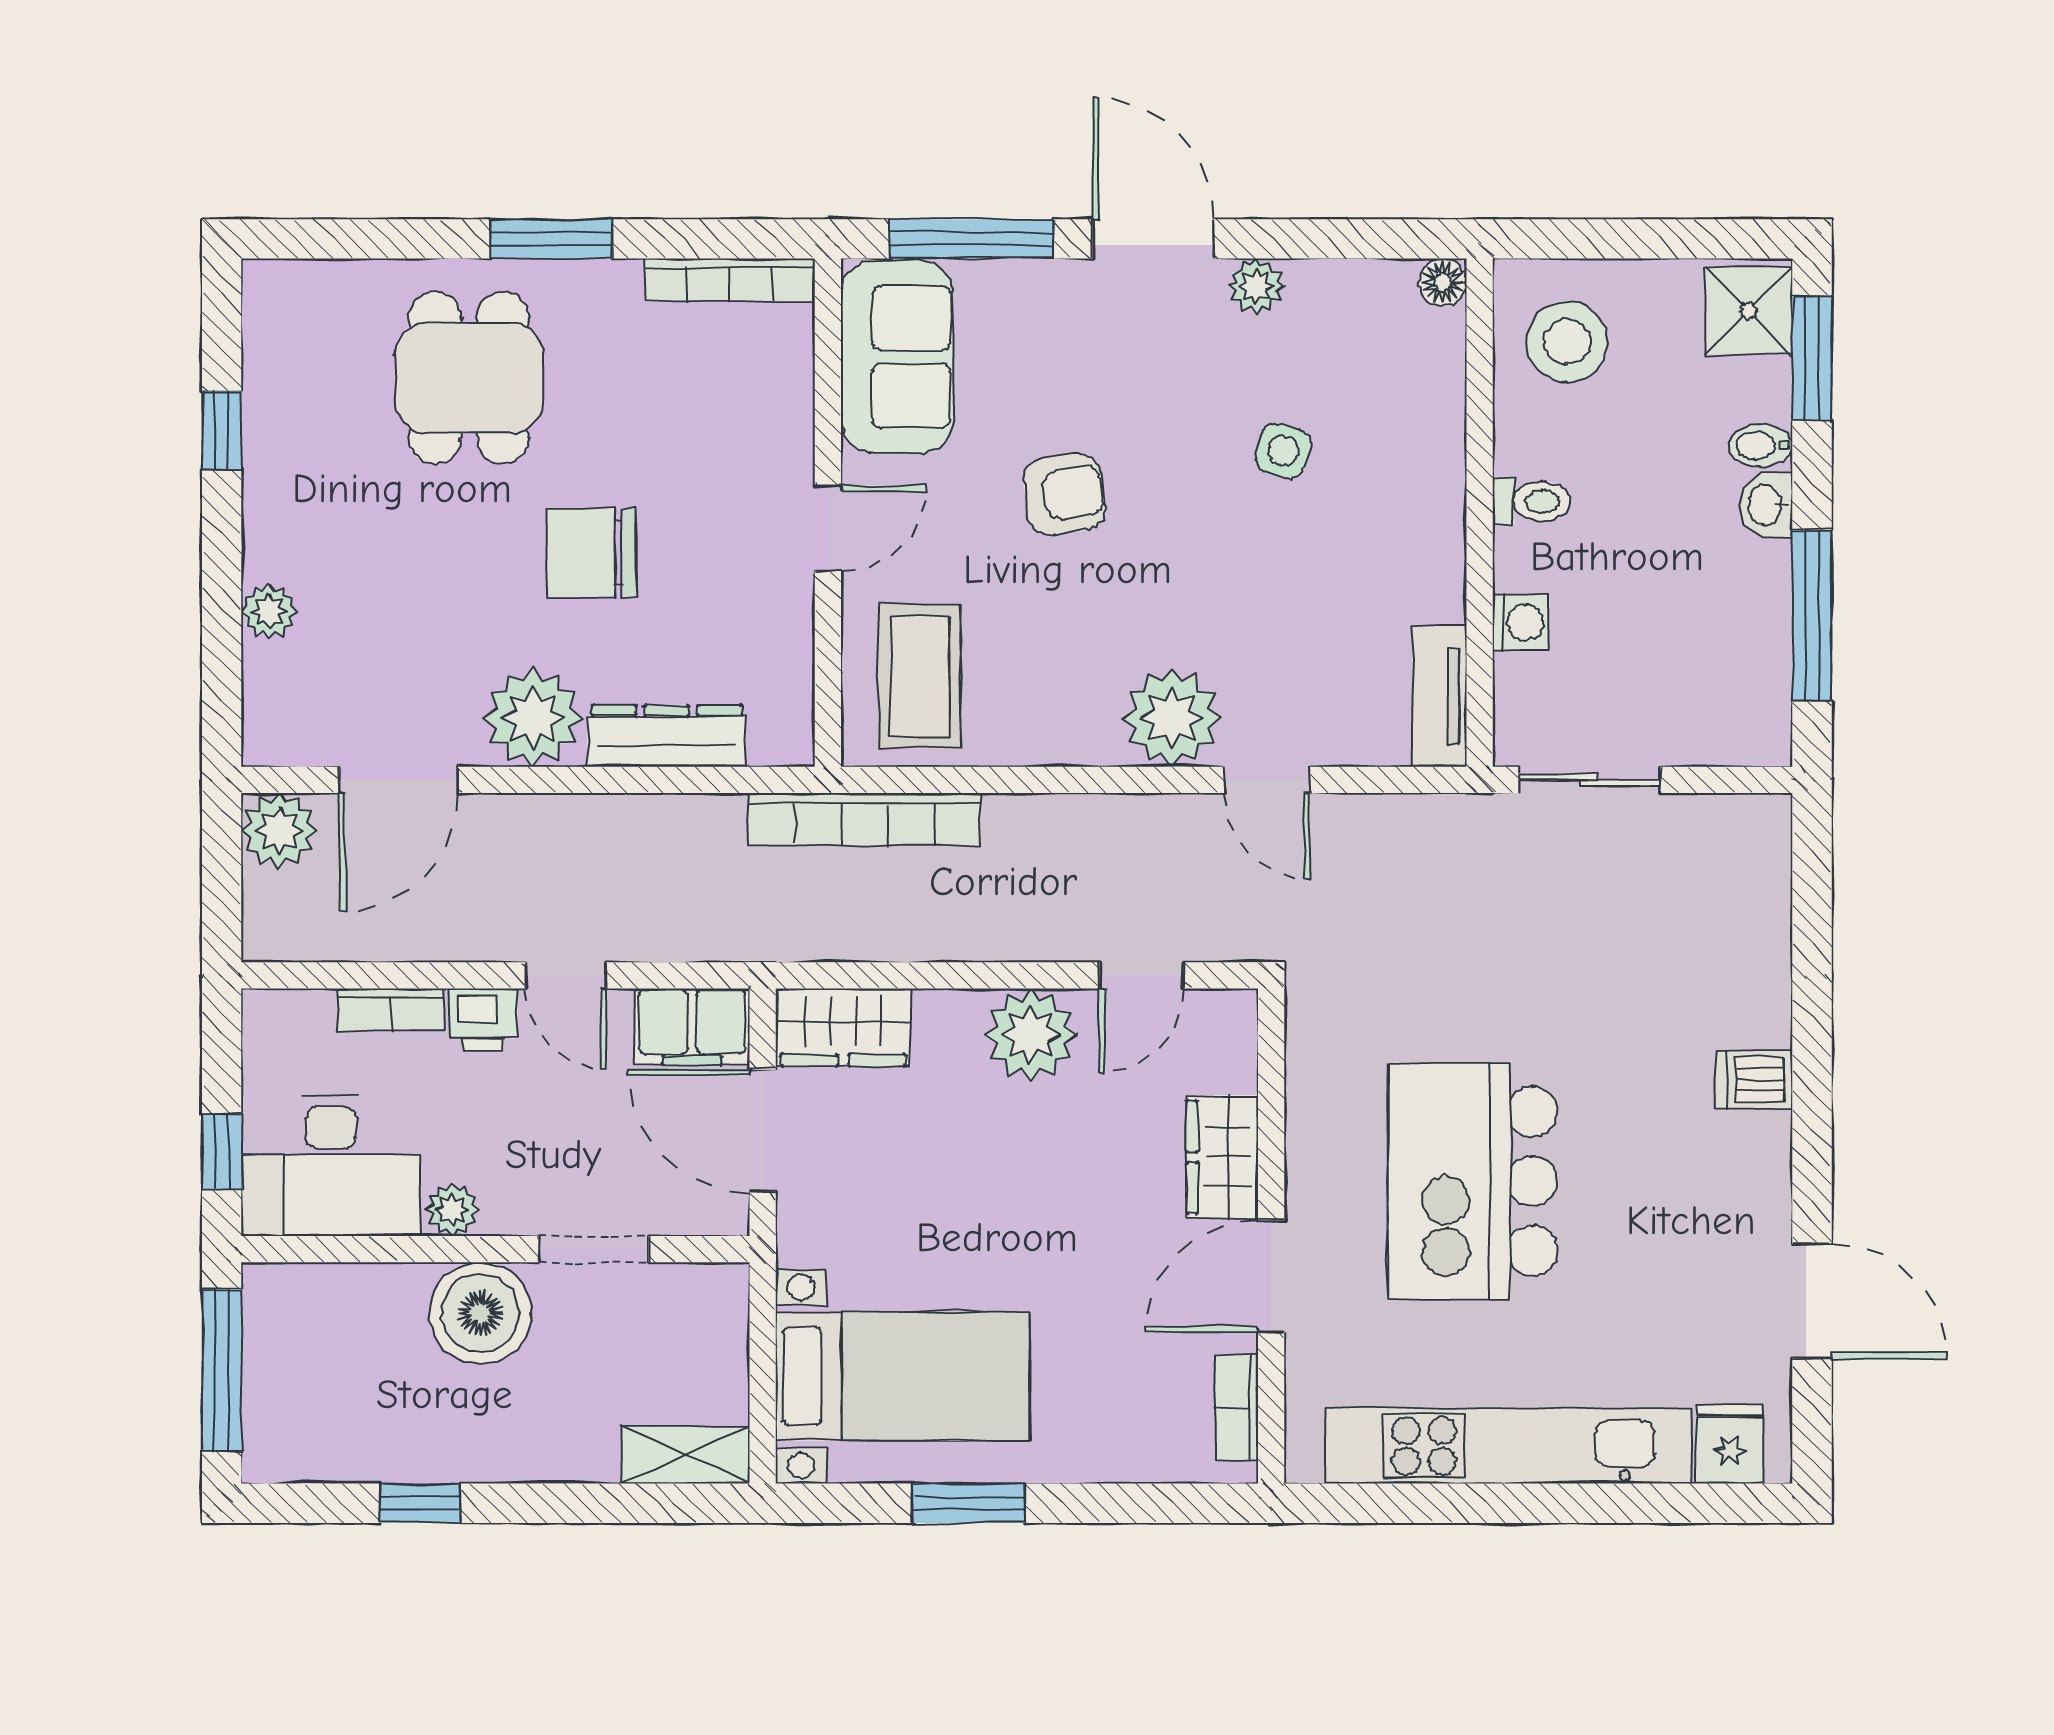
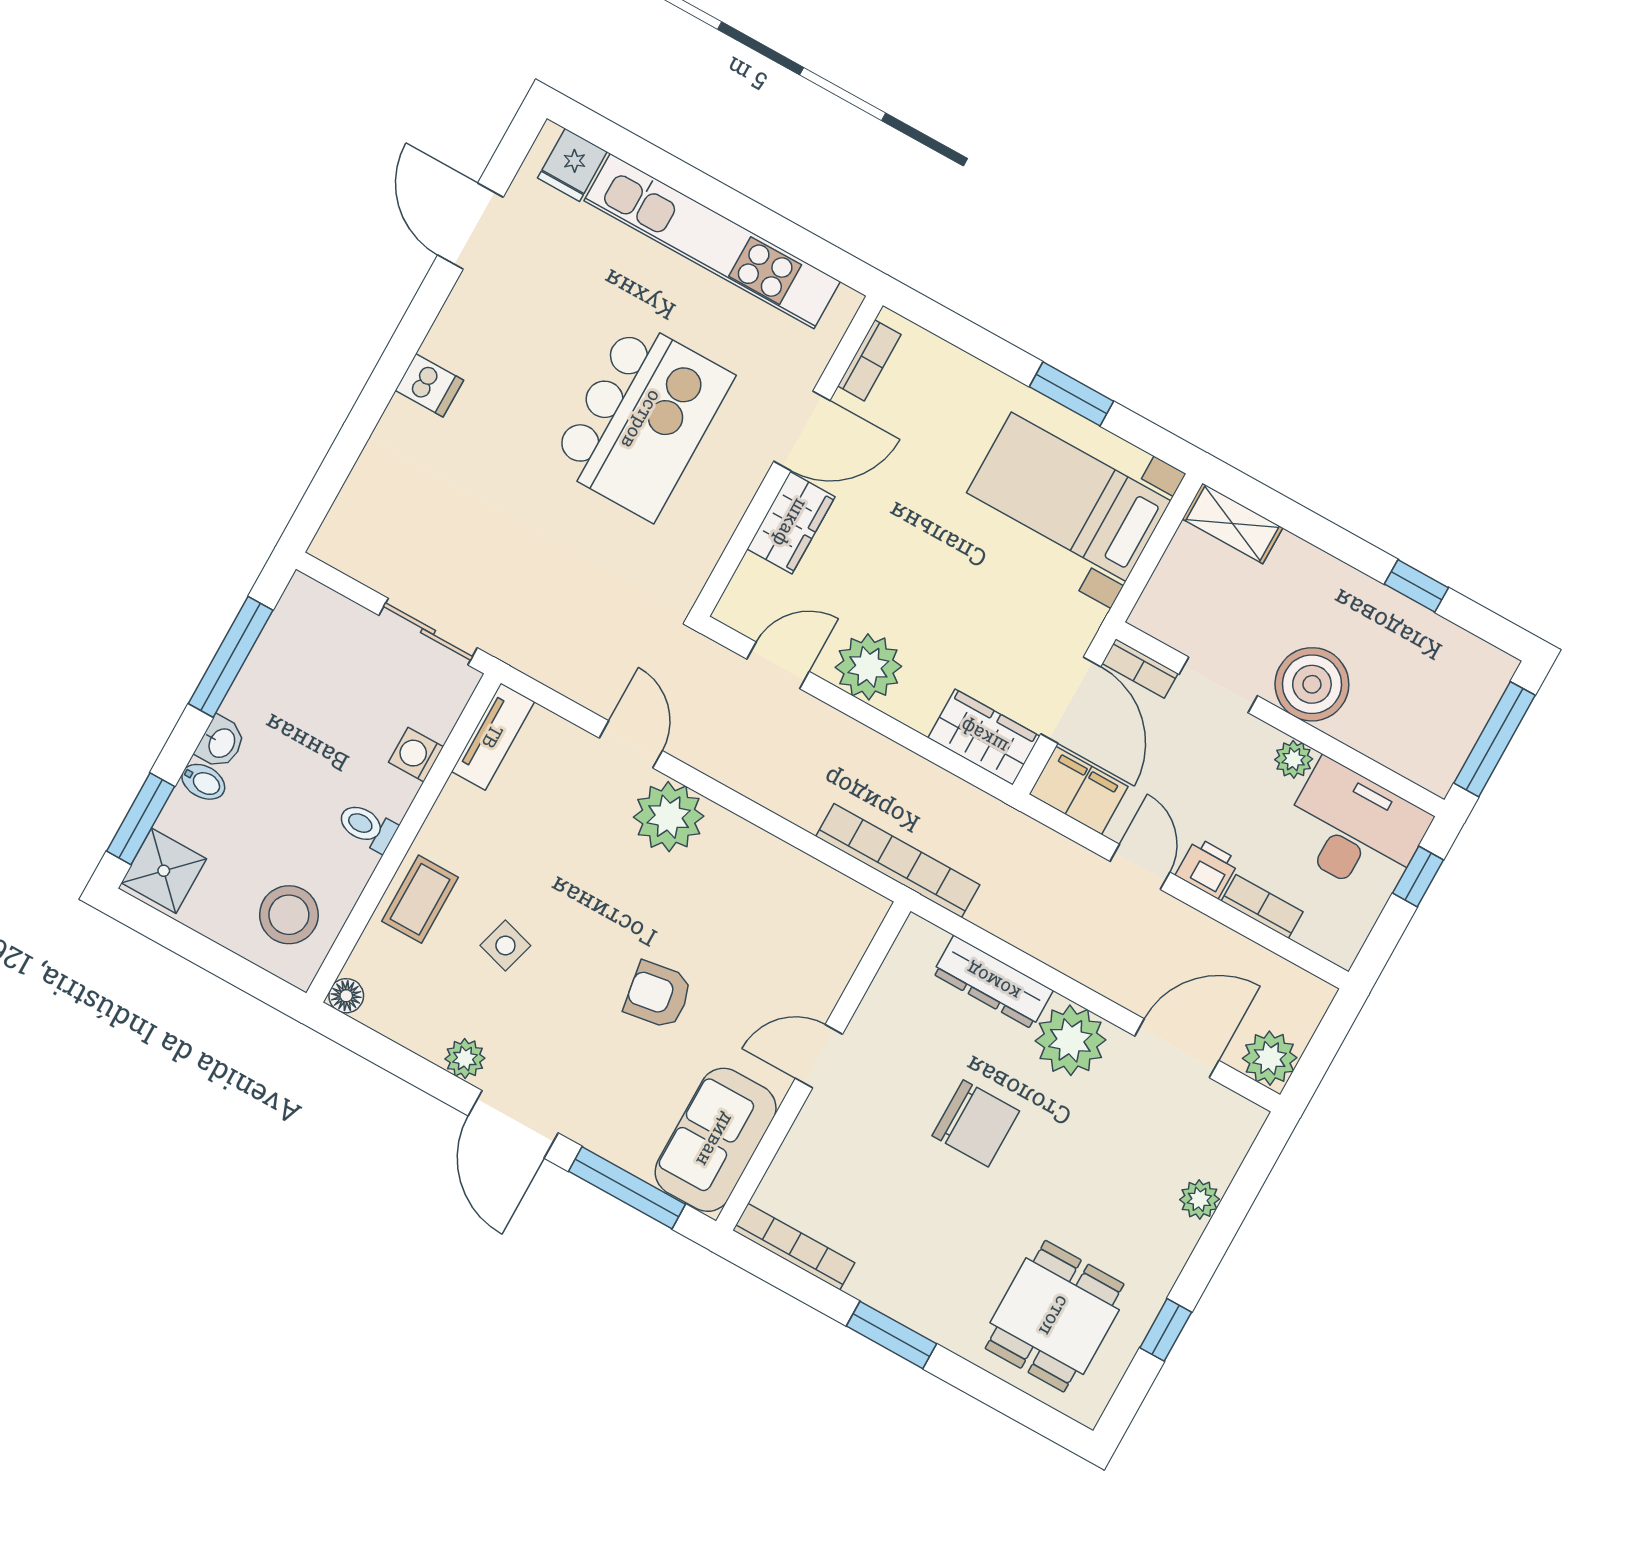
dining table: (469, 378) -> (1055, 1316), moved
coffee table: (920, 676) -> (420, 899), moved, width x0.73, depth x0.77
bookcase: (700, 1216) -> (1140, 668), added

